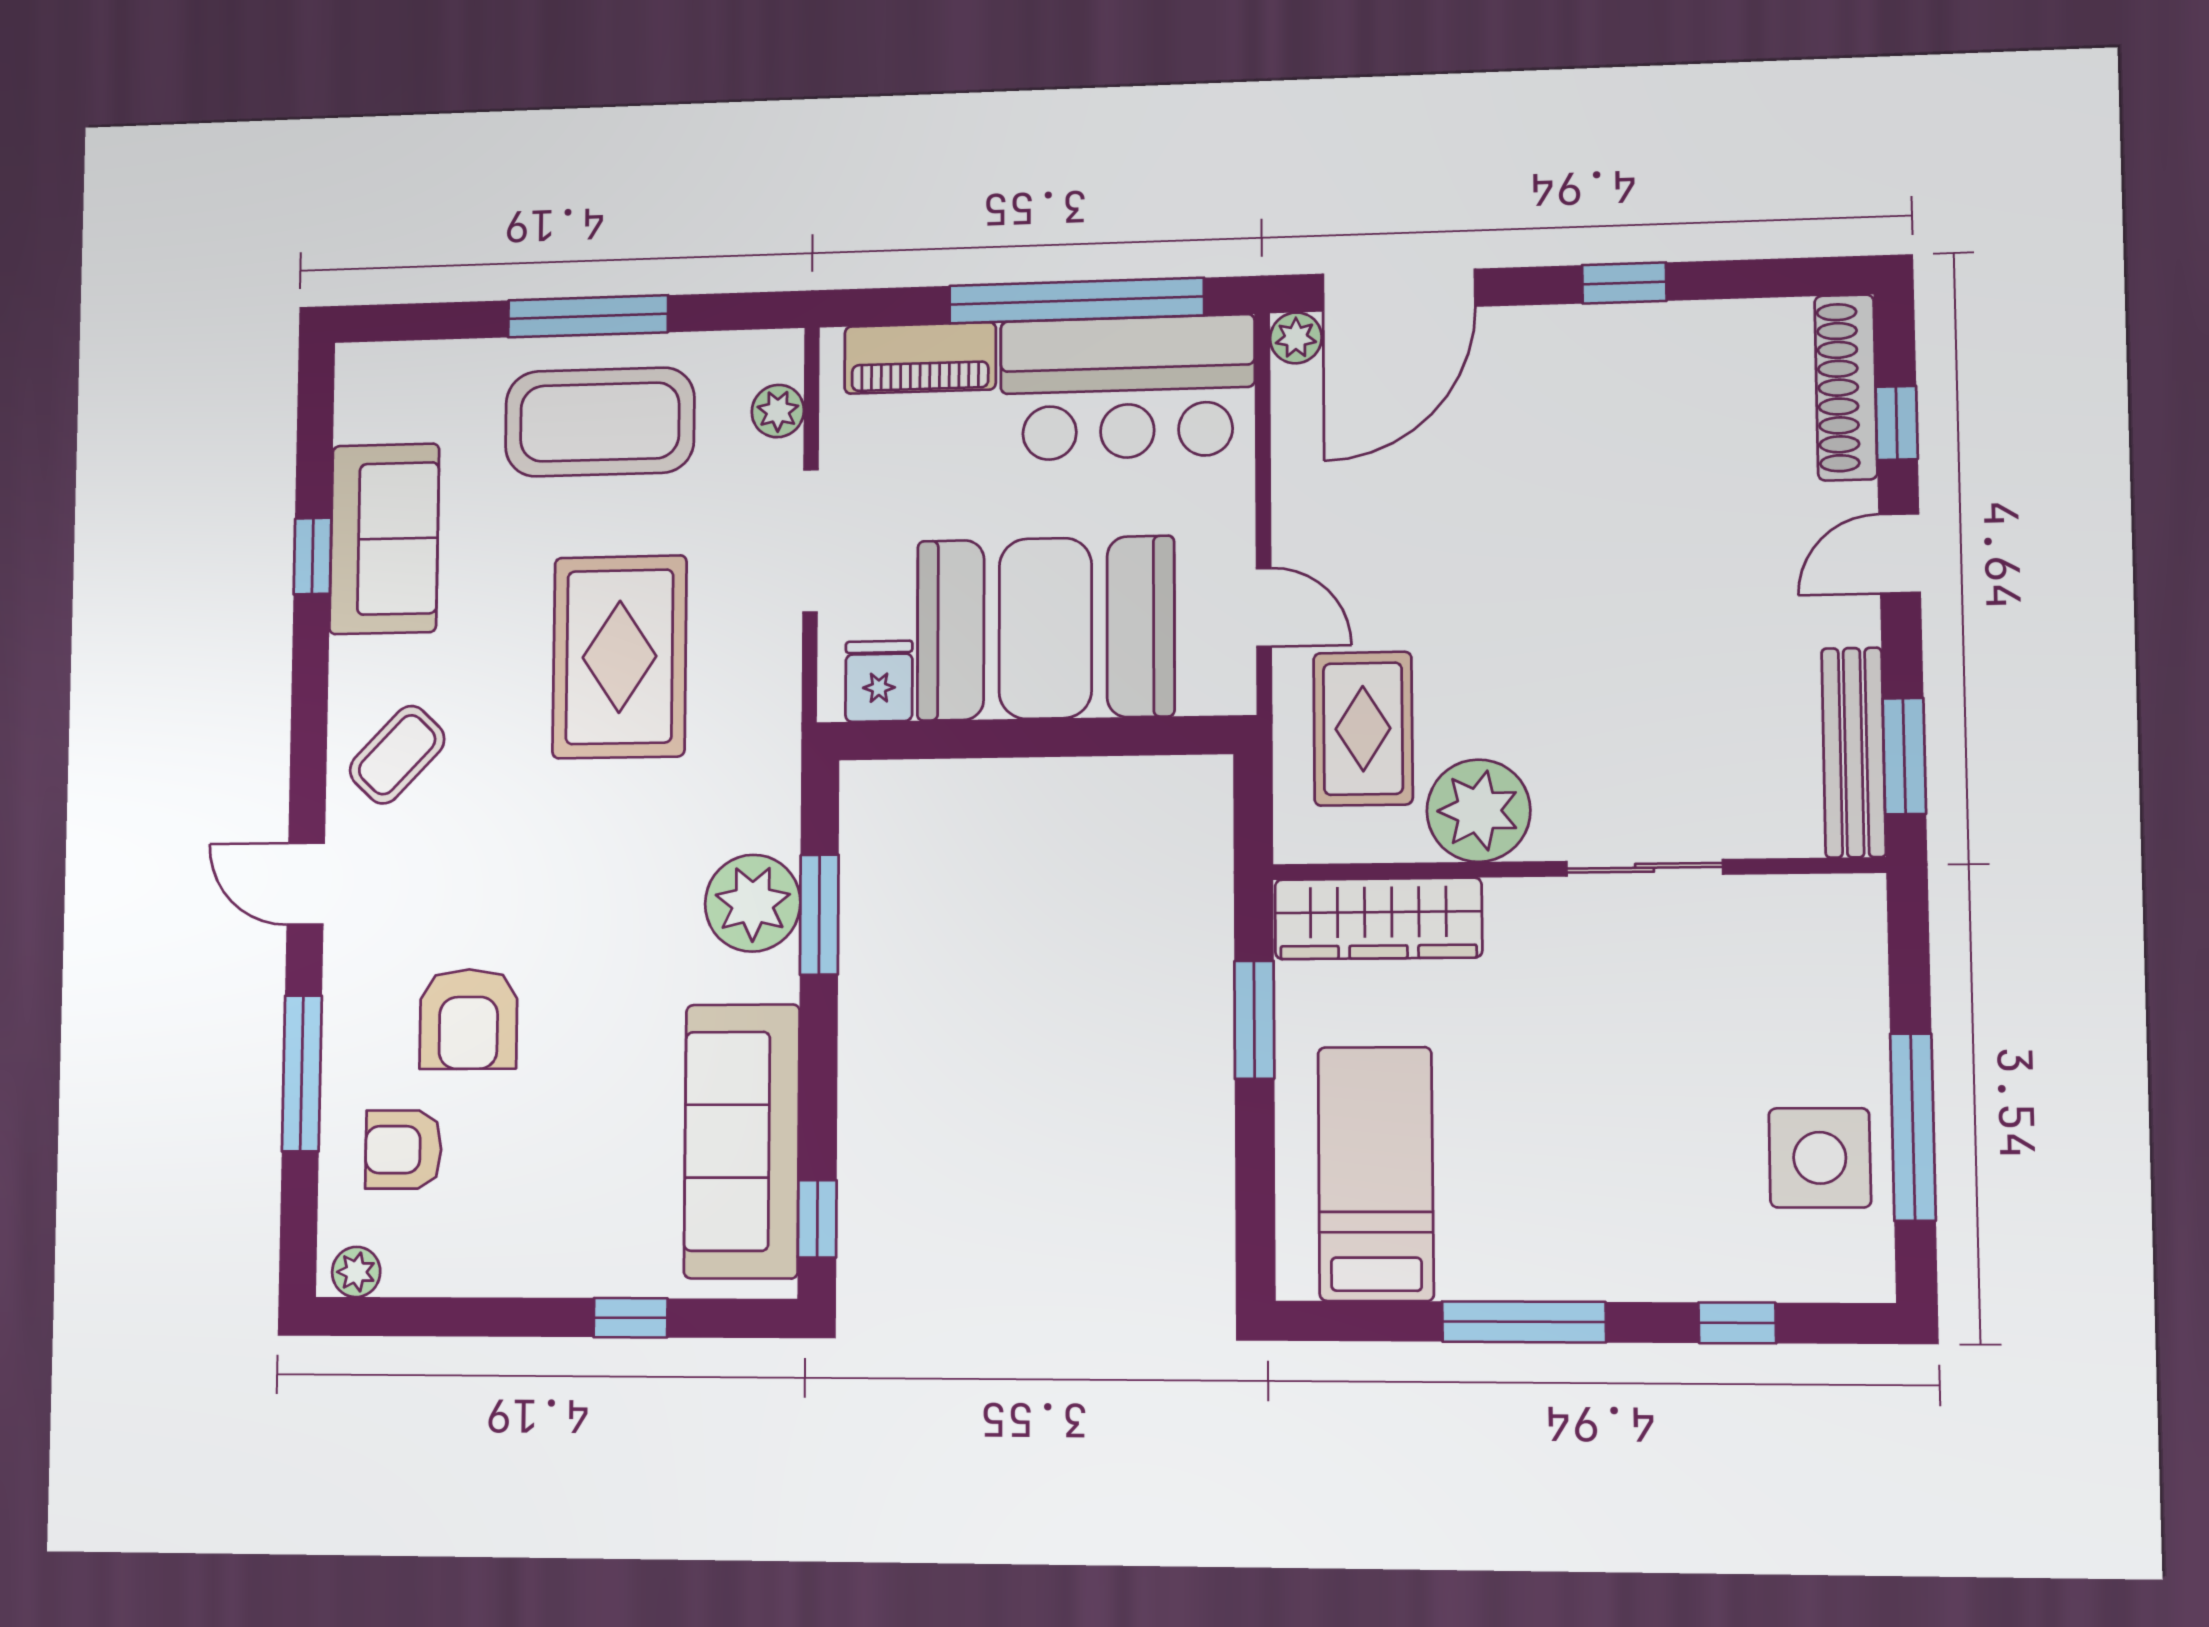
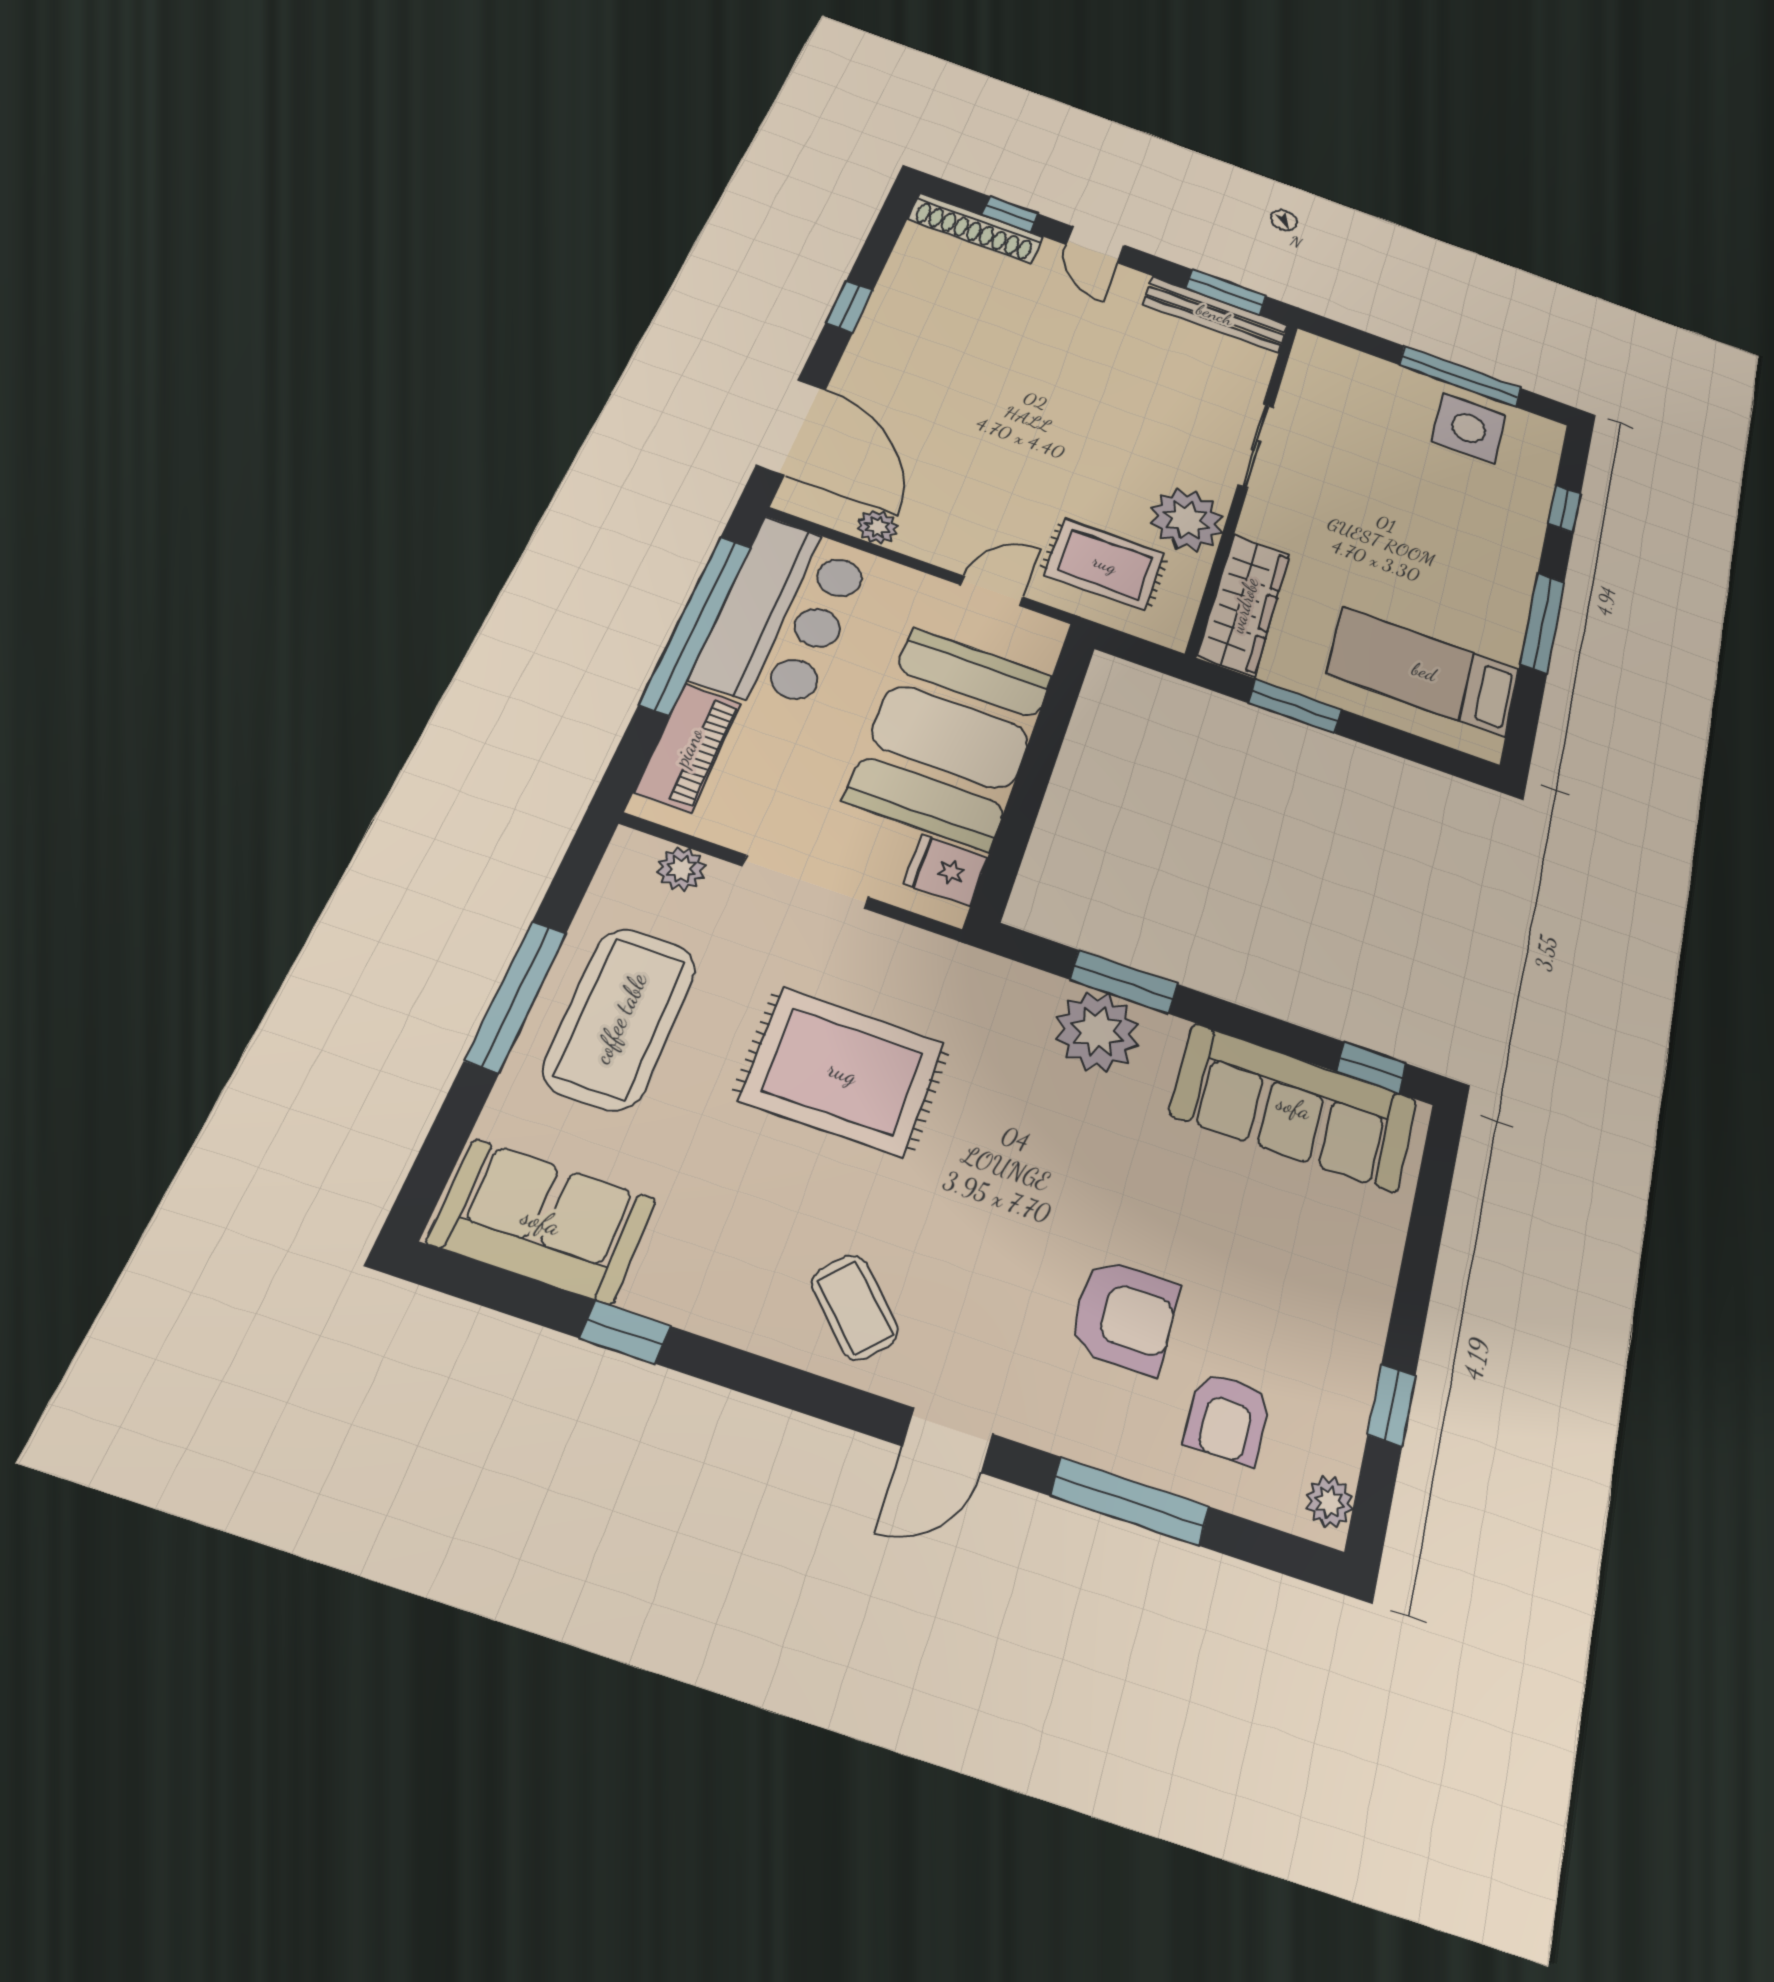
plant: (1296, 338) -> (877, 527), moved
sofa: (384, 539) -> (542, 1221), moved
window: (631, 1318) -> (1392, 1405), moved

